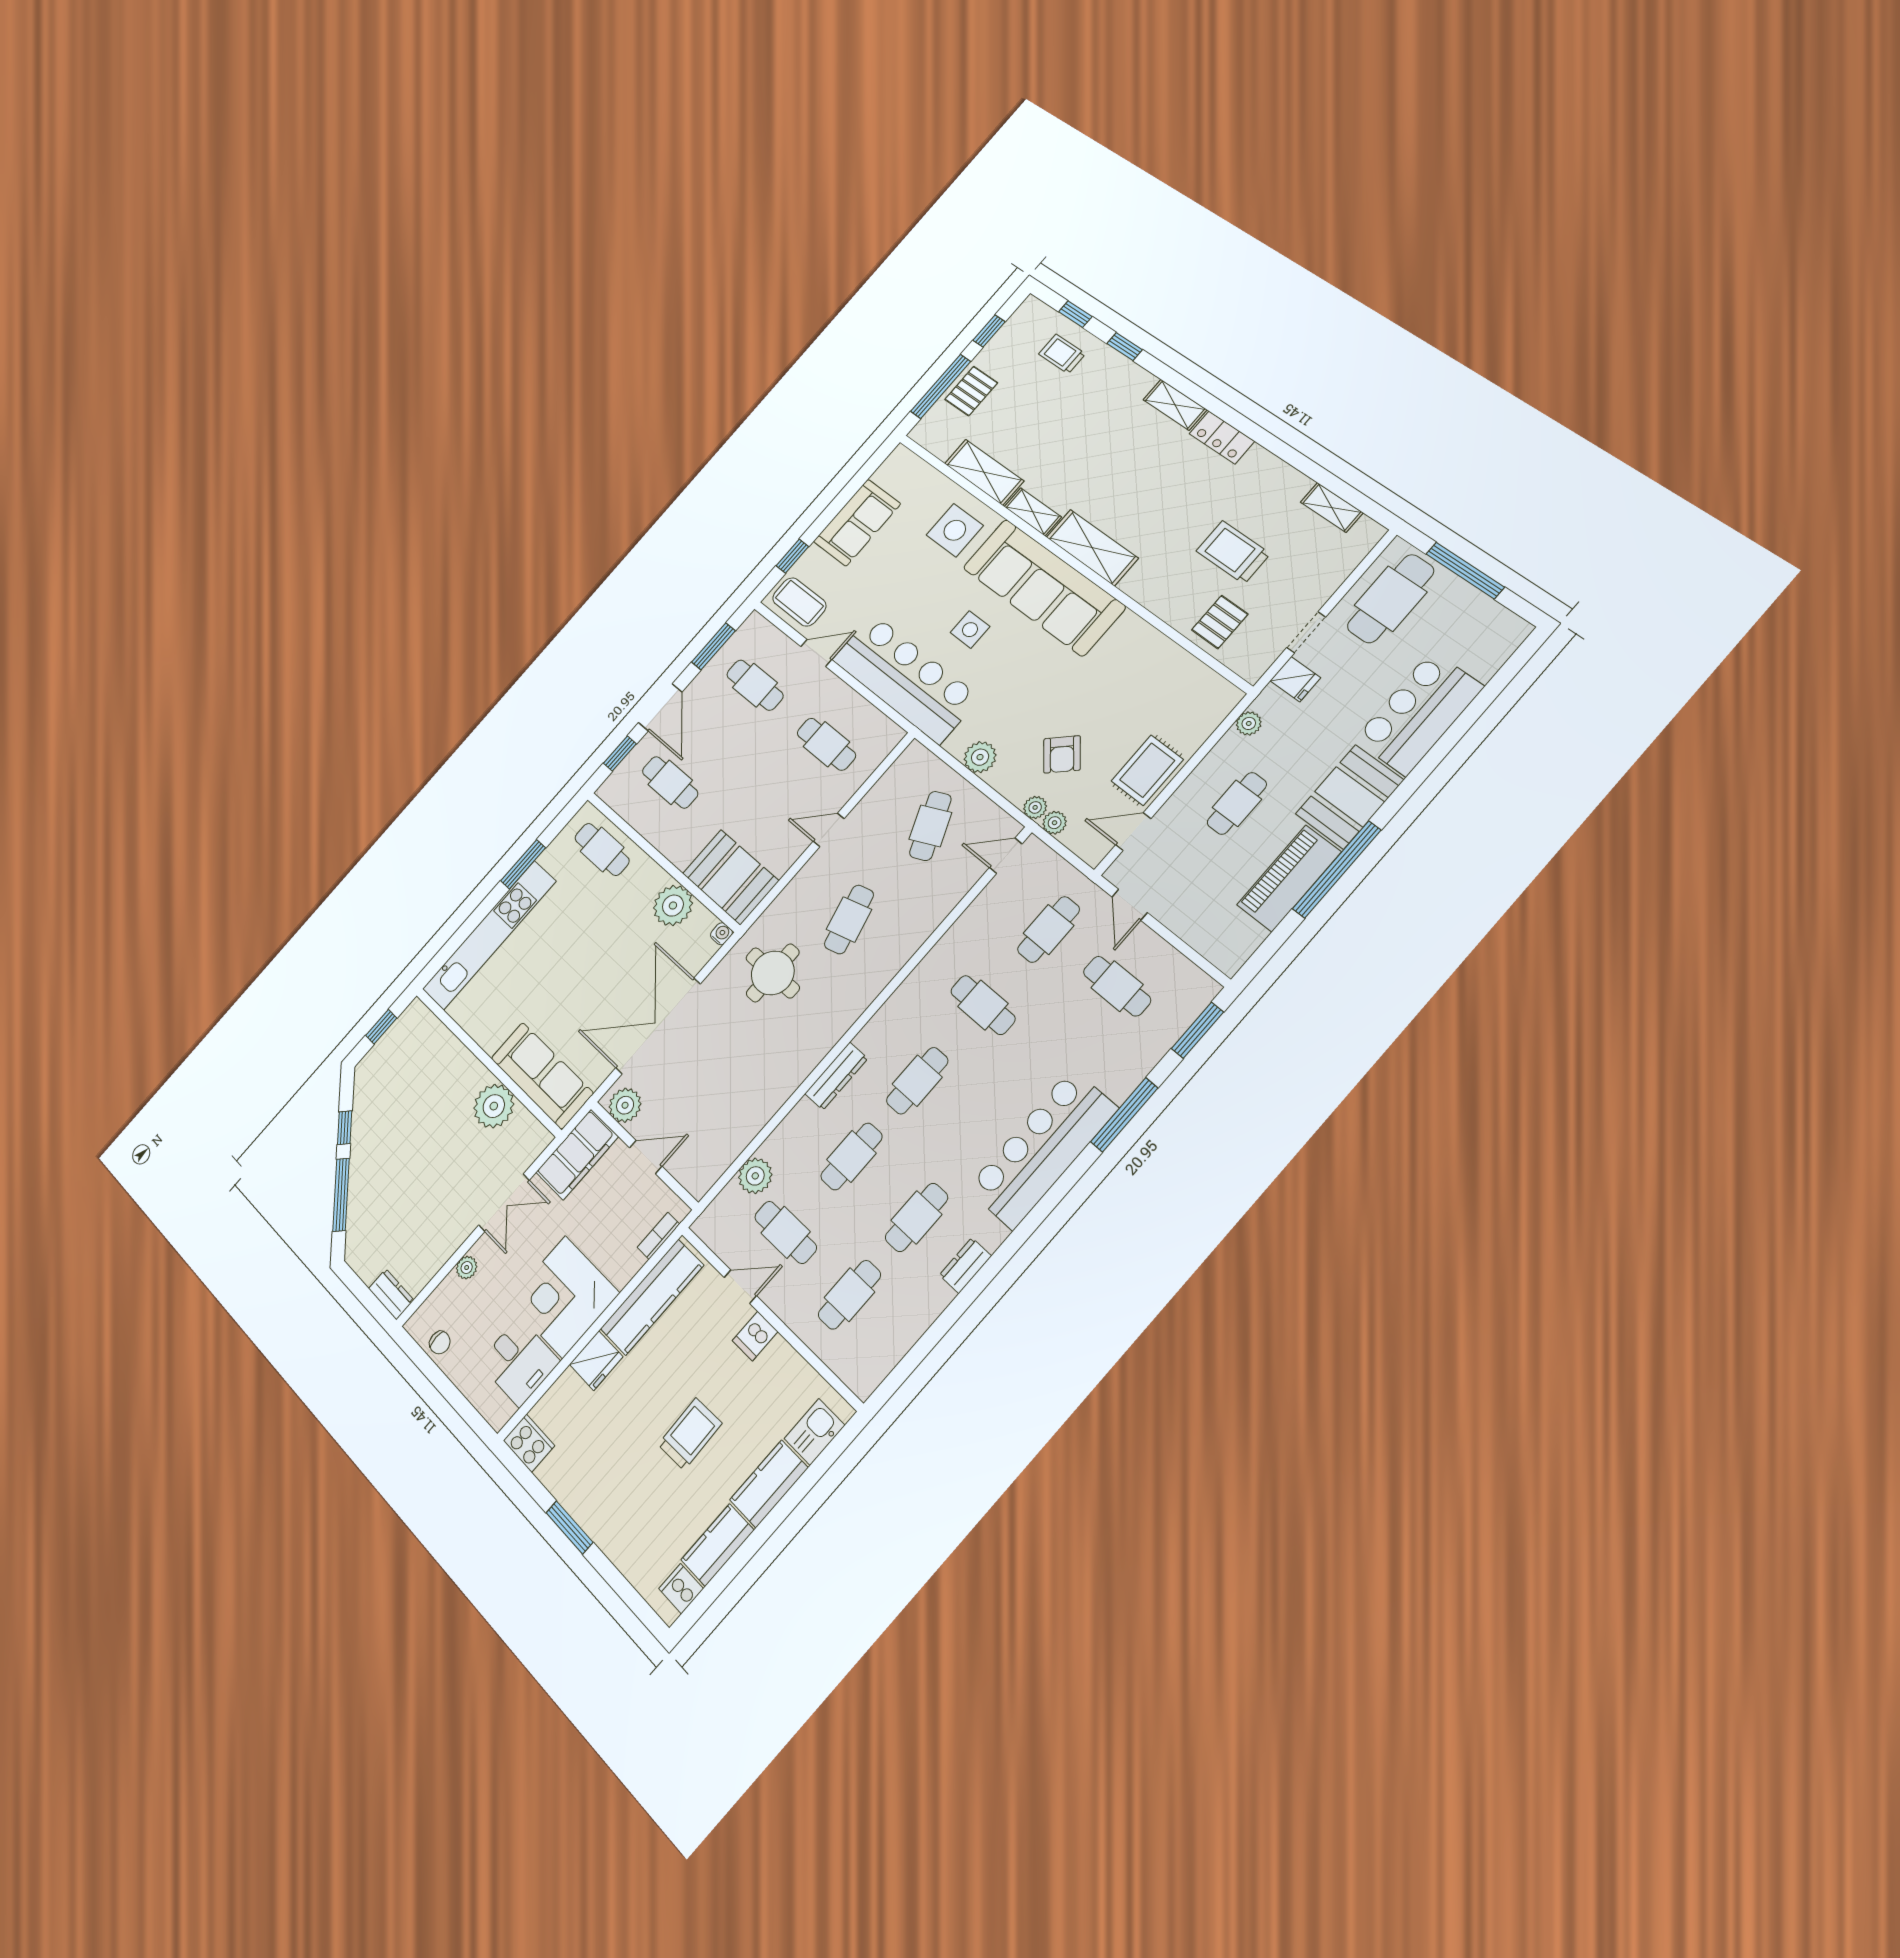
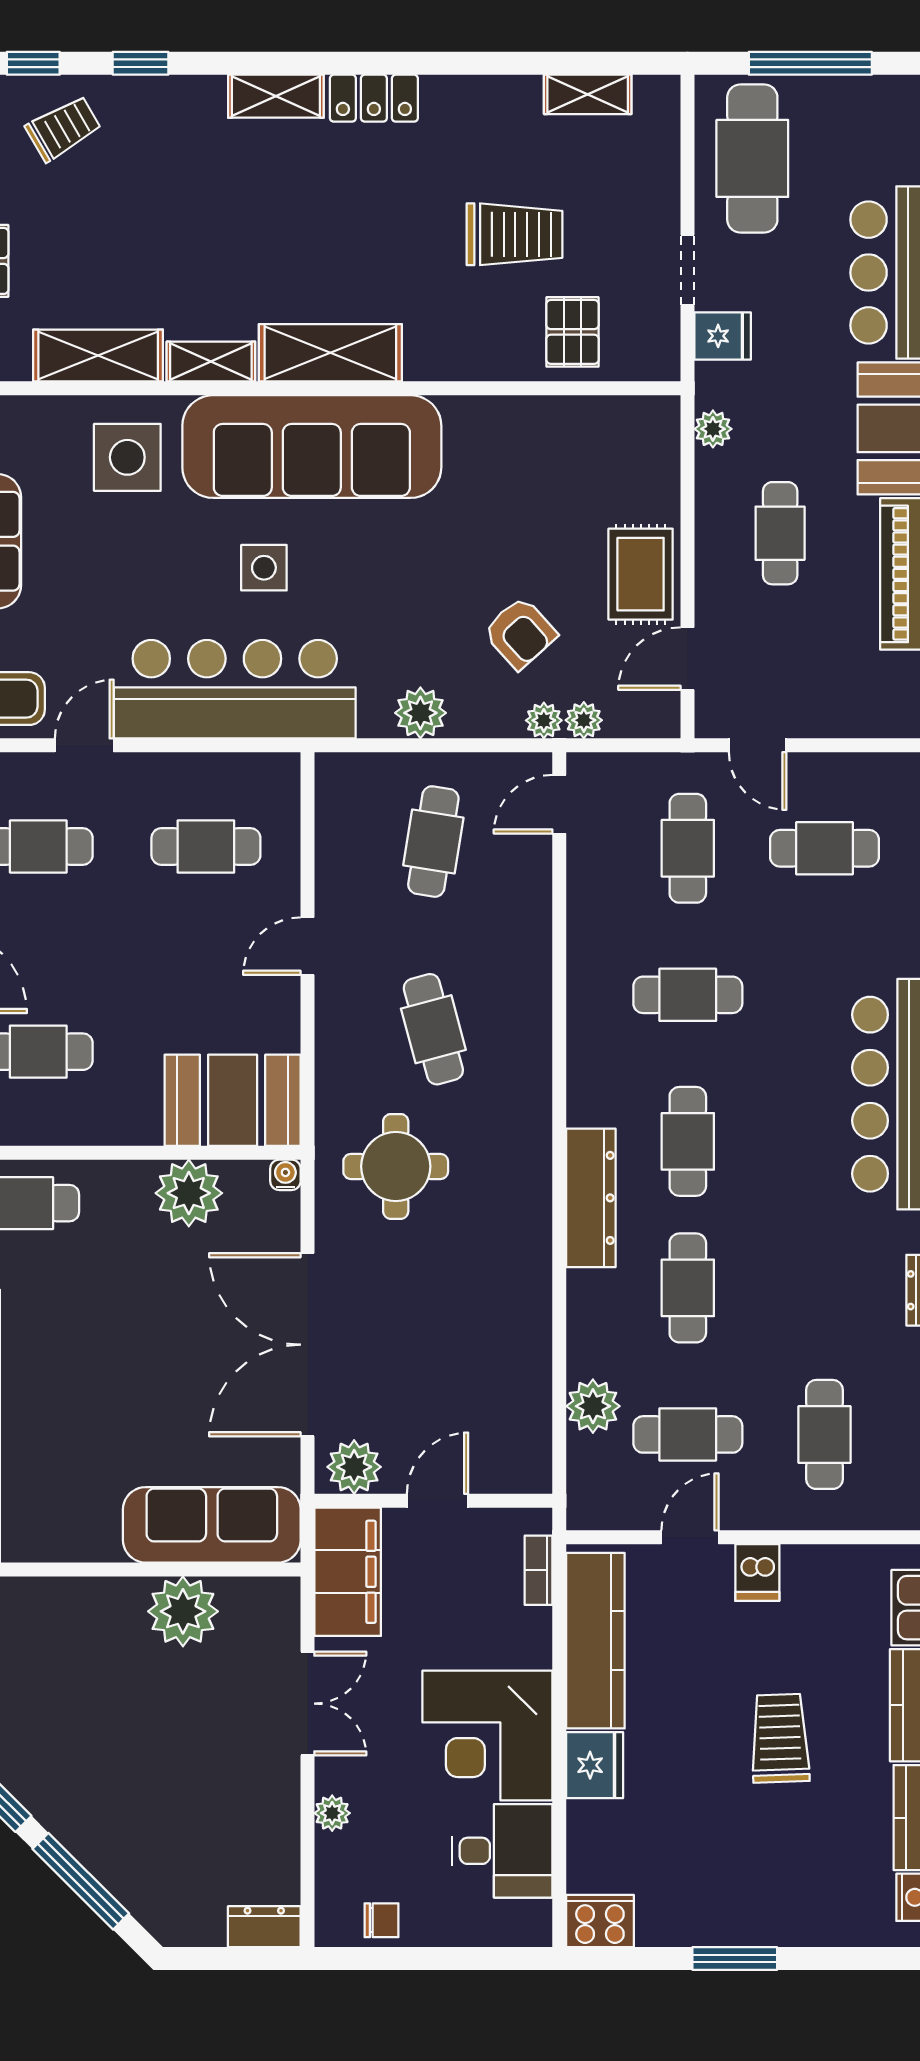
trolley: (1062, 354) -> (63, 128), turned 150
trolley: (1233, 552) -> (515, 234), turned 180
cafe table: (930, 826) -> (433, 842), turned 33
dresser: (836, 1076) -> (591, 1198), width x1.37, depth x1.24
cafe table: (916, 1217) -> (824, 1288), removed

